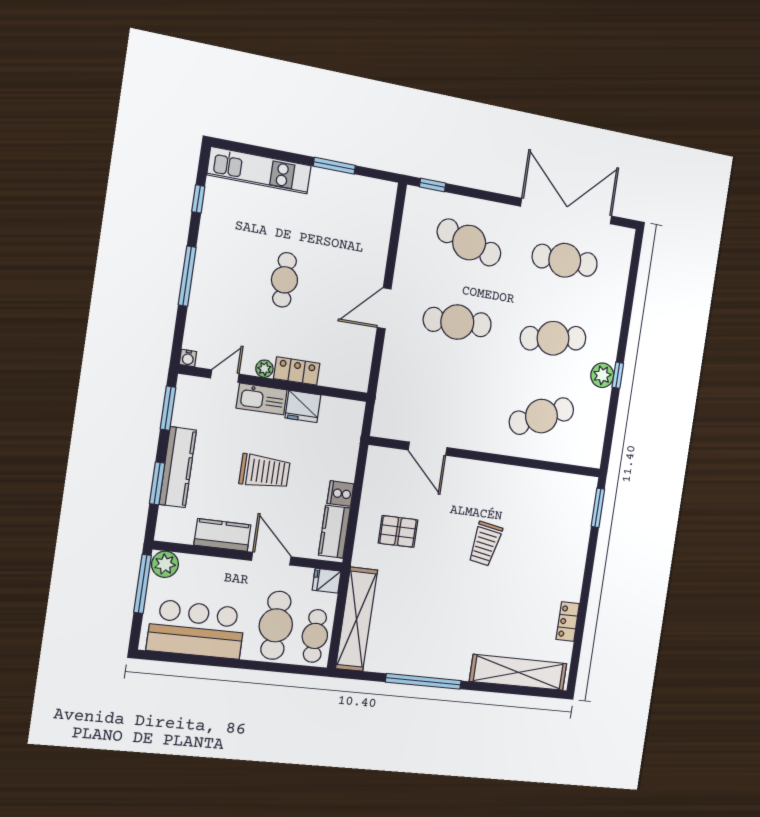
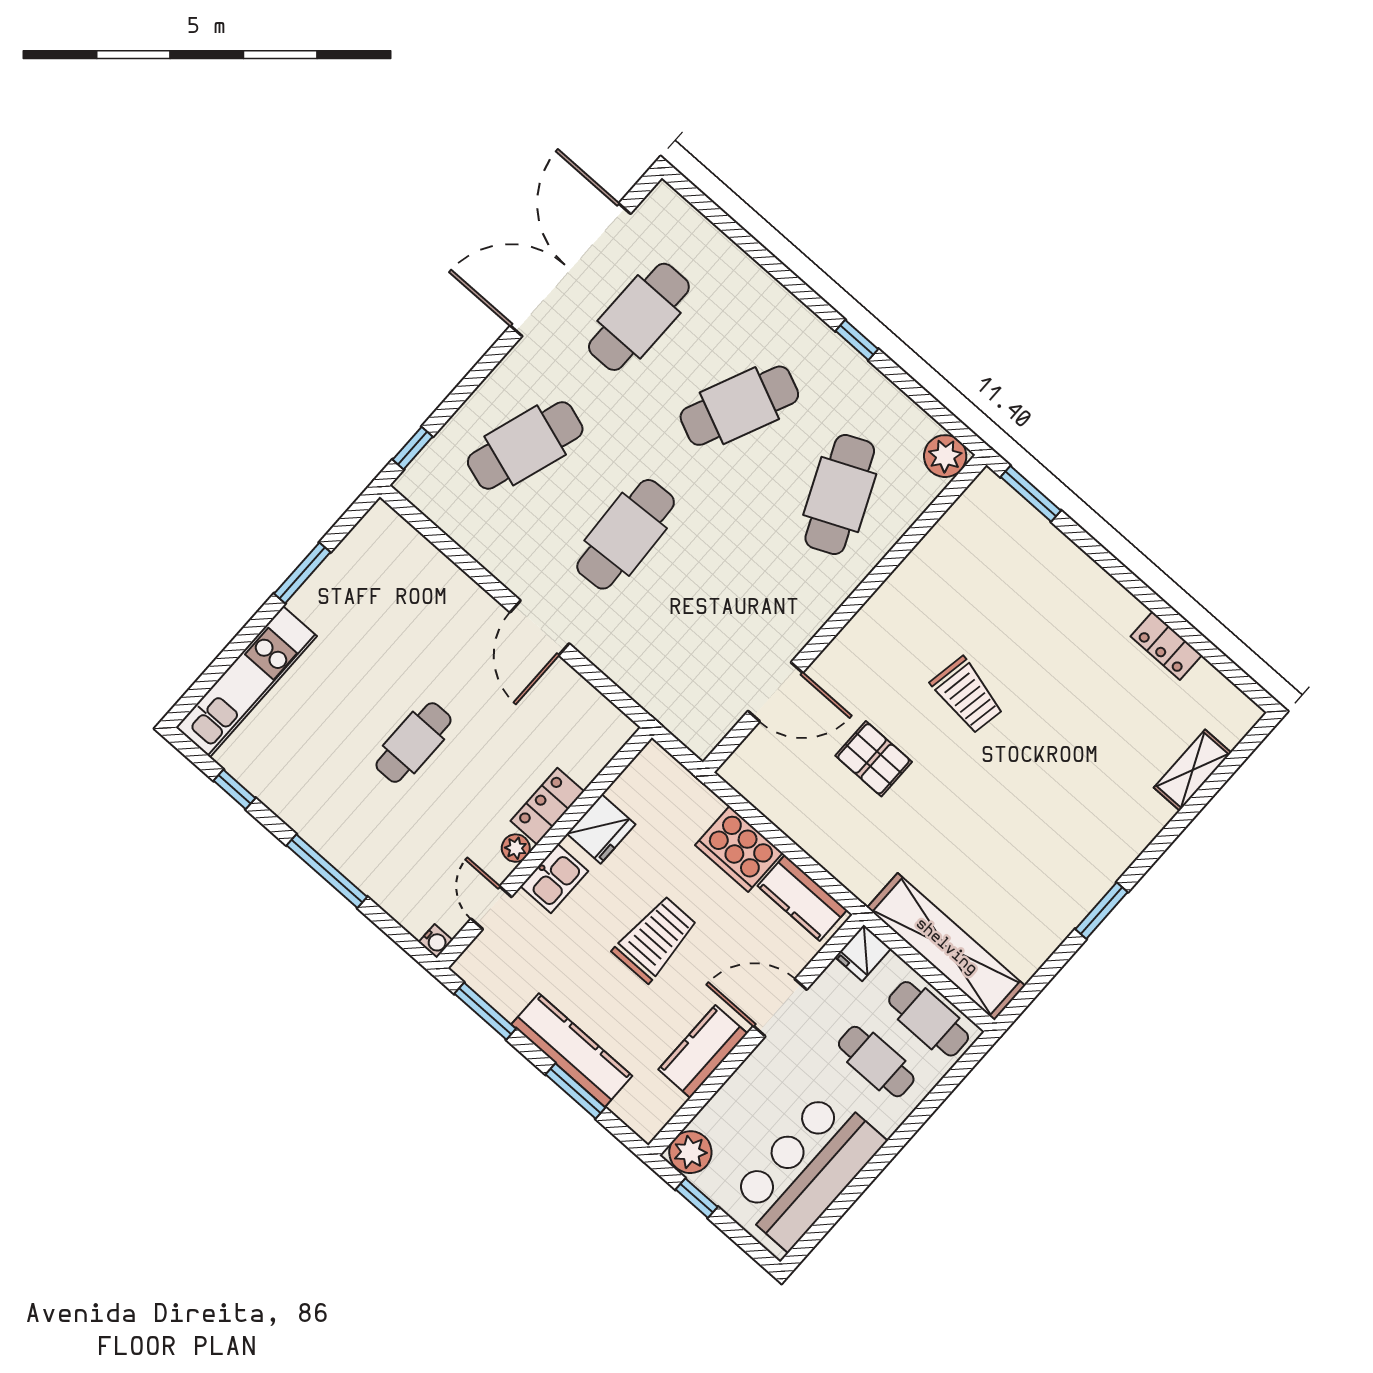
cafe table: (285, 280) -> (414, 743), turned 90
cafe table: (553, 338) -> (739, 406), turned 33
plant: (602, 375) -> (945, 456), moved
kitchen sink: (262, 399) -> (554, 879), width x0.73
cooker: (340, 494) -> (739, 849), width x1.87, depth x1.31
pallet: (398, 531) -> (874, 759), moved, turned 90
window: (143, 584) -> (697, 1198), width x0.46
cafe table: (276, 625) -> (876, 1062), width x0.73, depth x0.74
shelving: (518, 672) -> (1193, 770), width x0.45, depth x0.75
window: (423, 681) -> (1101, 911), width x0.47

